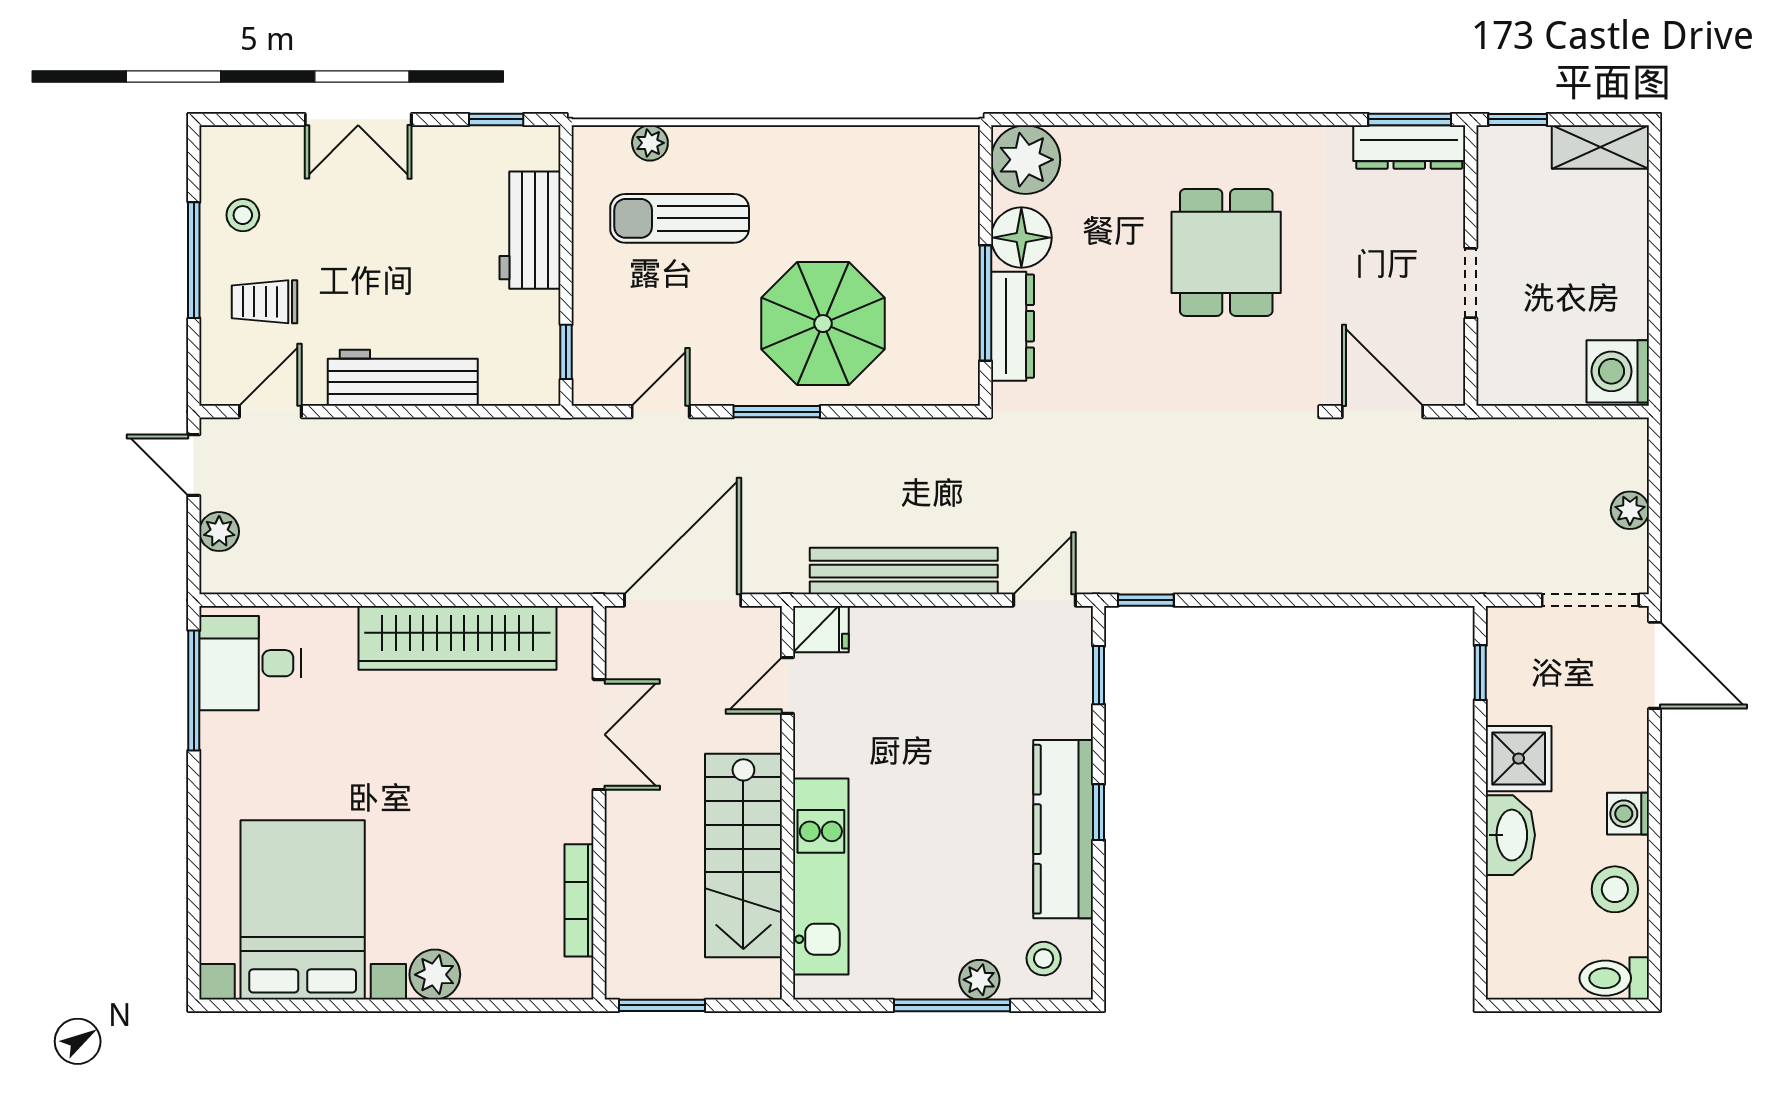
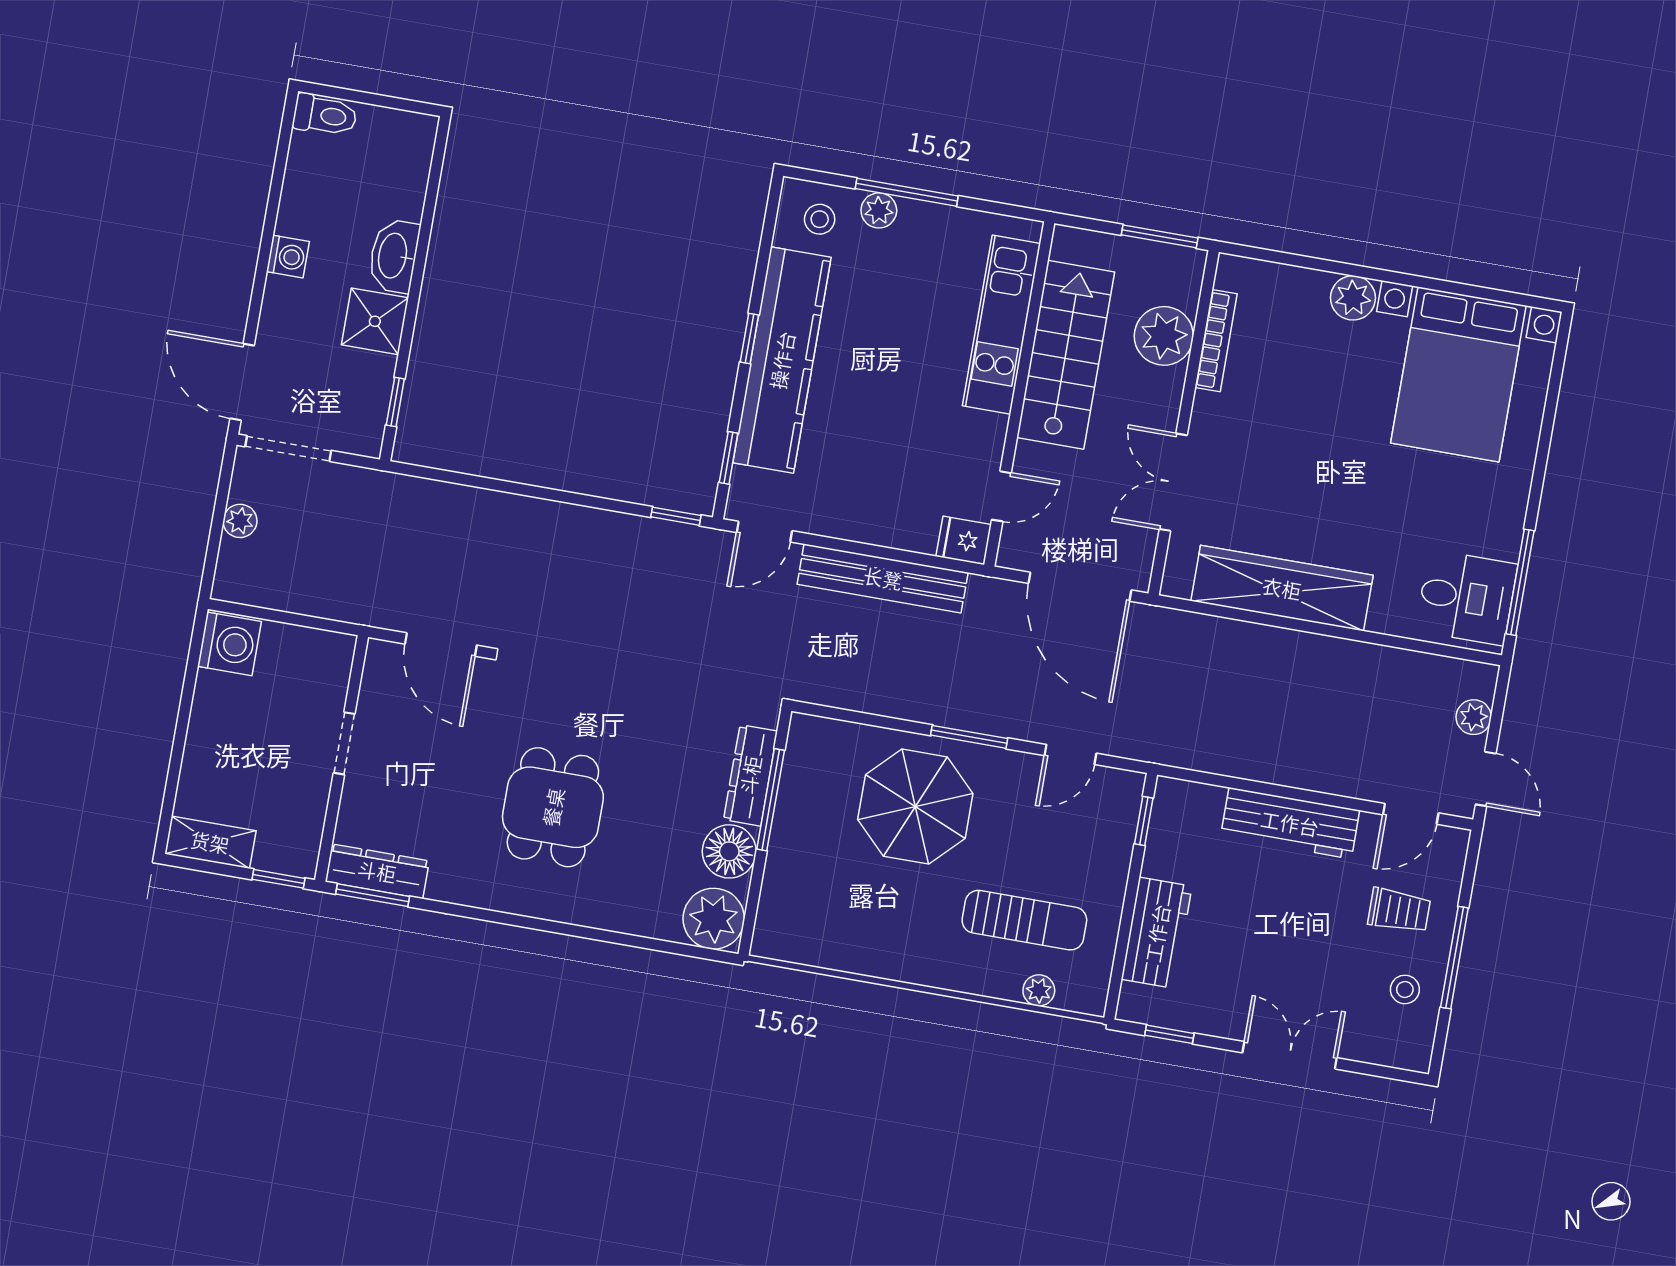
door: (683, 600) -> (1080, 587), hinge flipped
kitchen counter: (1063, 829) -> (782, 360), width x1.39, depth x1.17
stool: (1615, 889) -> (311, 193), removed
plant: (638, 895) -> (1164, 336), added

